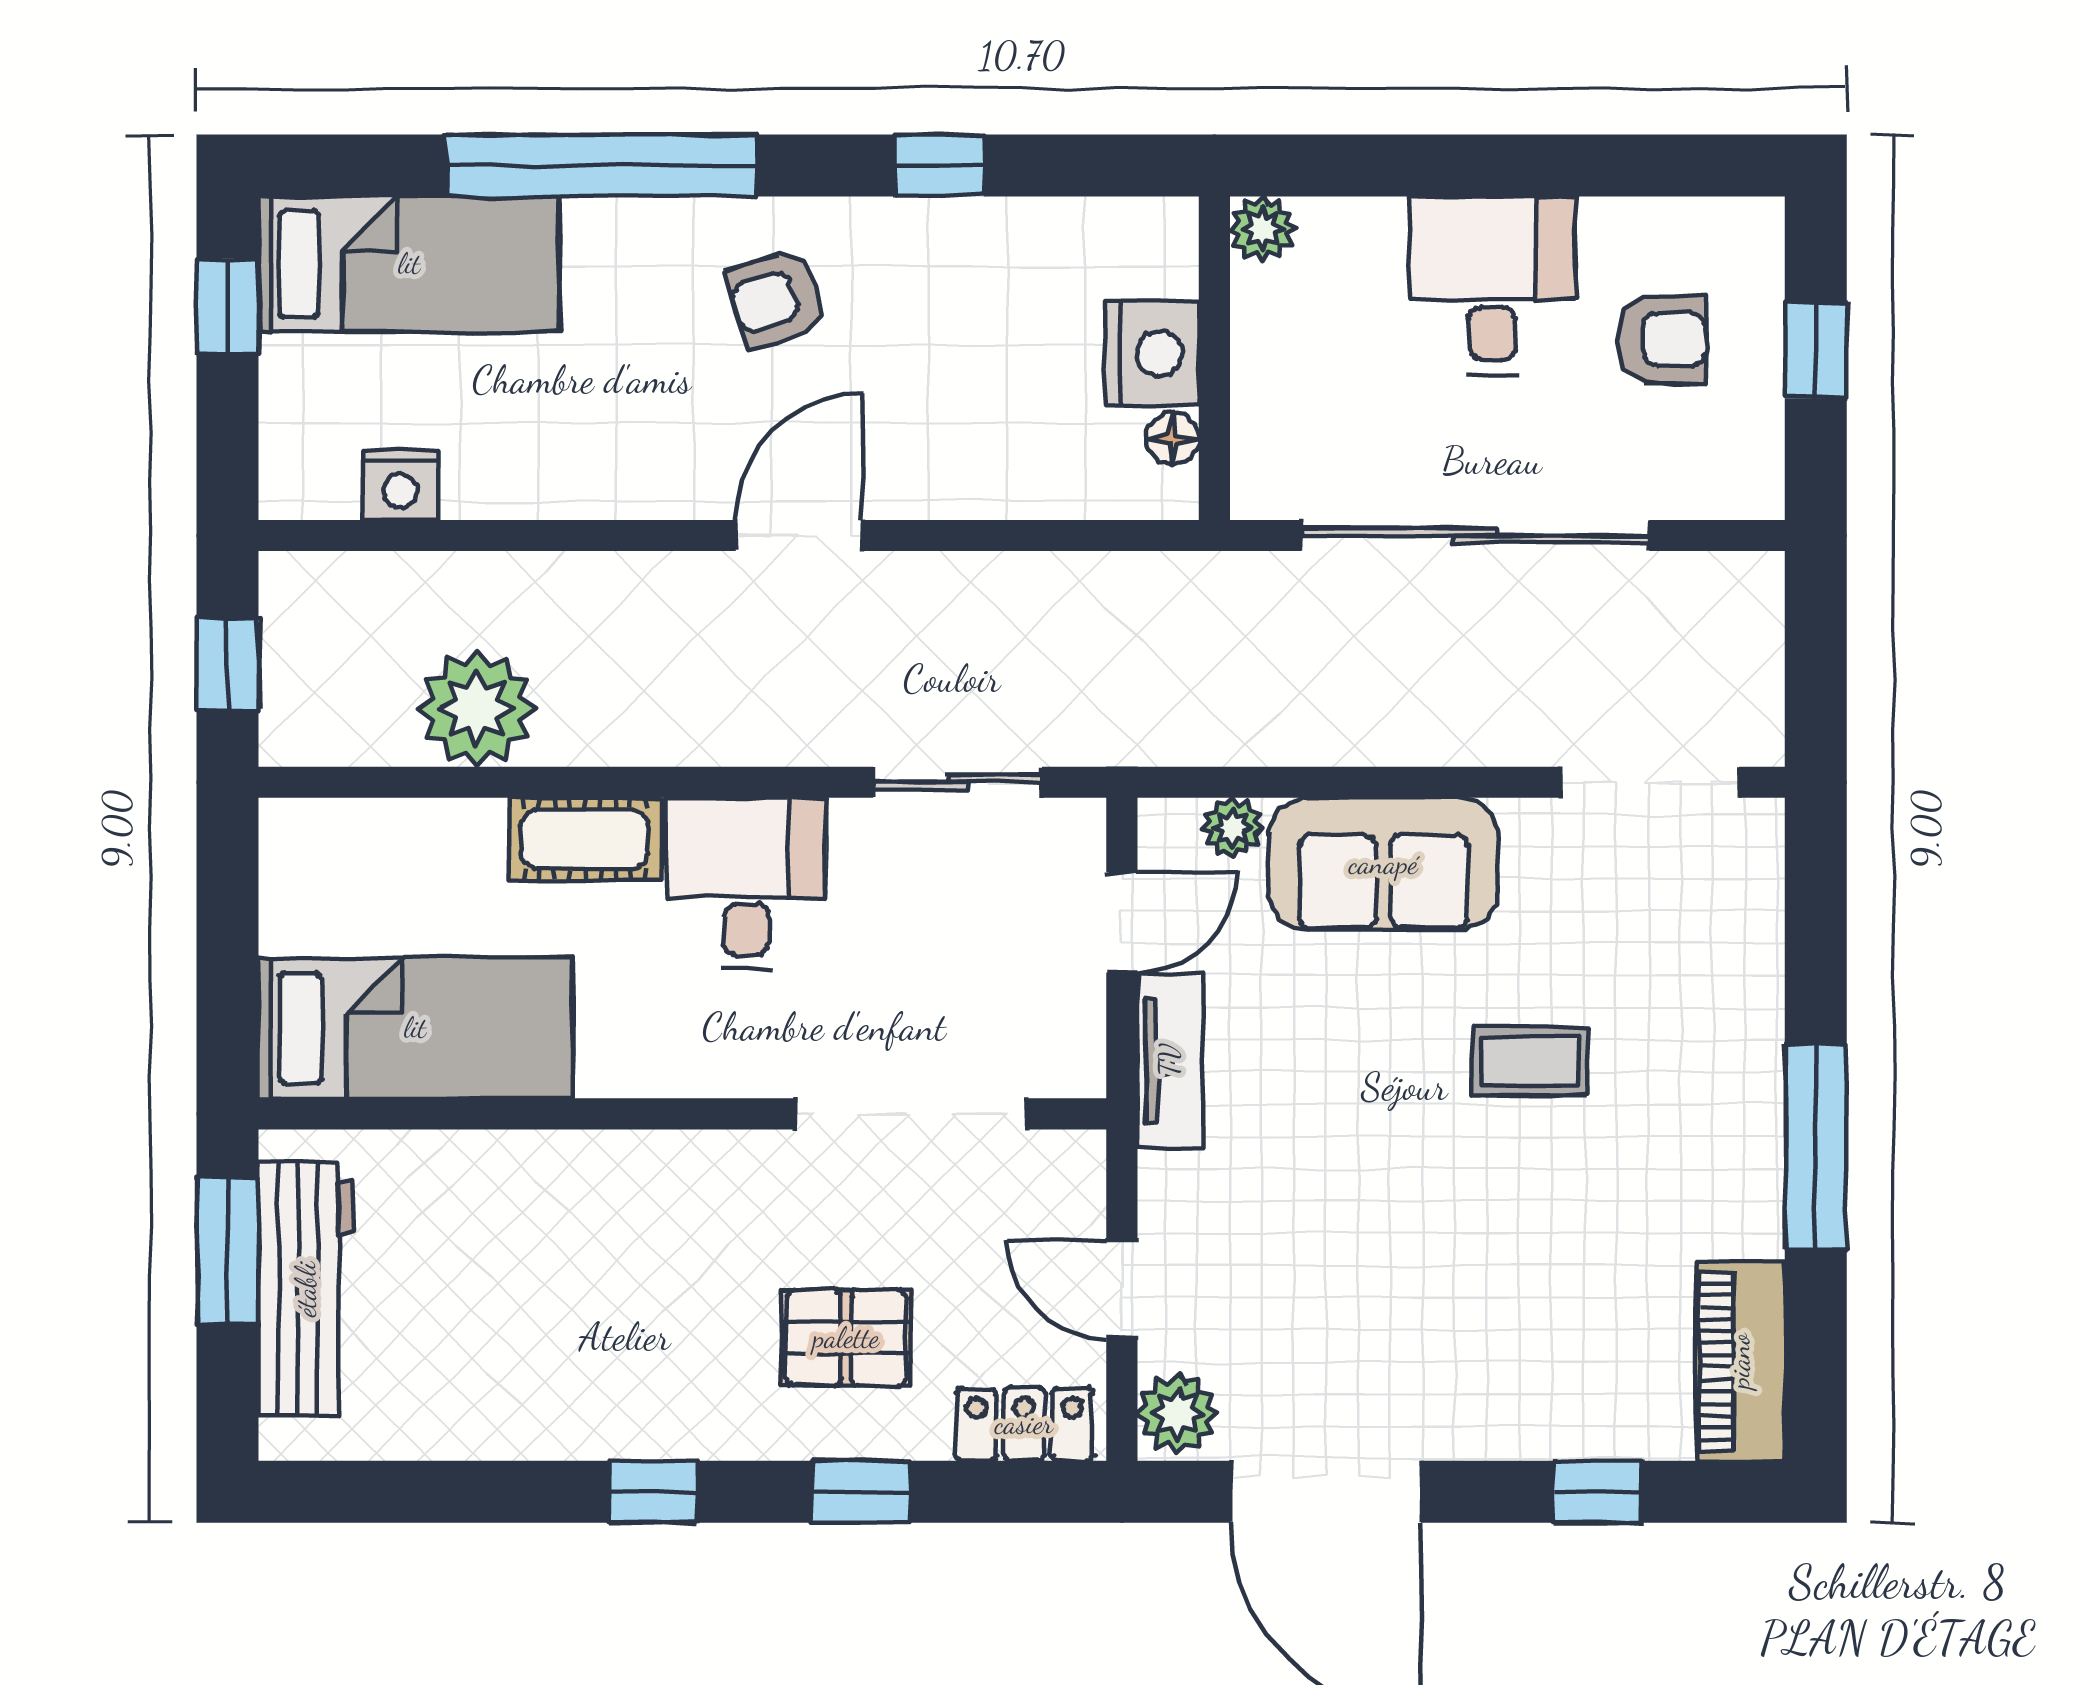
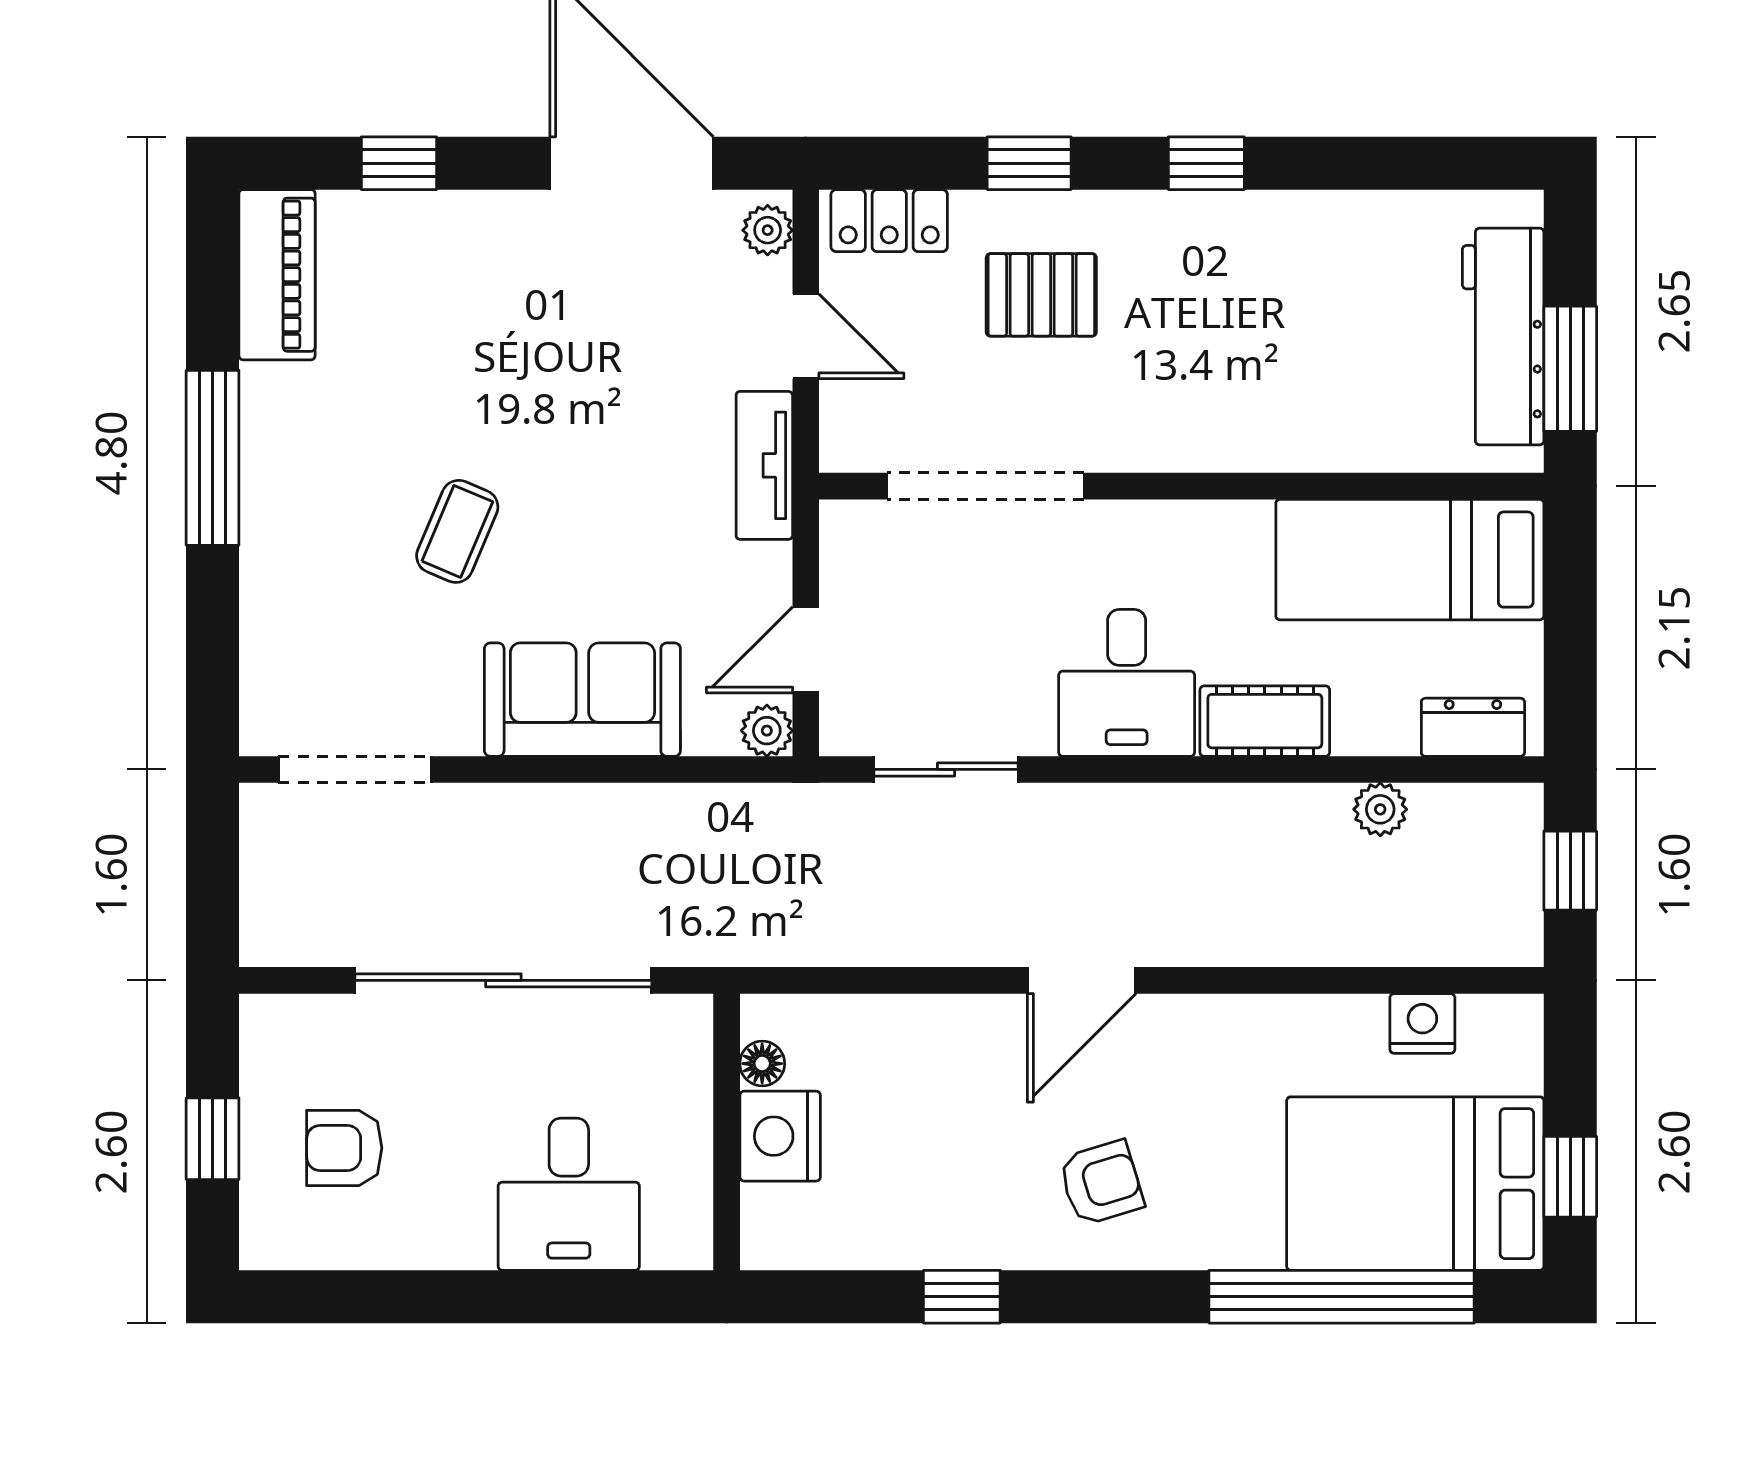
window: (601, 165) -> (1342, 1297), moved
plant: (1262, 229) -> (686, 1242), removed
bed: (409, 264) -> (1415, 1184), width x1.50
desk: (1492, 285) -> (569, 1194), moved
plant: (477, 708) -> (1380, 809), width x0.53, depth x0.53
plant: (1232, 828) -> (767, 731), moved
dresser: (341, 832) -> (1473, 727), added
tv unit: (1170, 1060) -> (764, 465), moved
coffee table: (1530, 1061) -> (457, 531), turned -67
plant: (1177, 1413) -> (768, 230), width x0.73, depth x0.73

